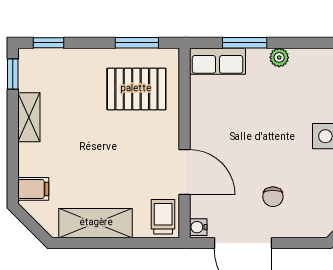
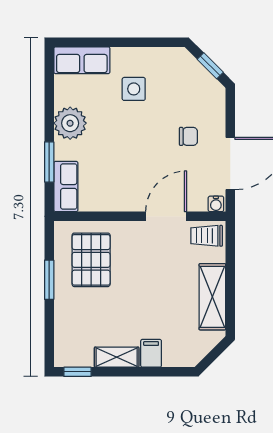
window: (48, 43) -> (49, 339), removed
window: (137, 43) -> (49, 280), moved
plant: (279, 57) -> (70, 123), width x1.88, depth x1.88
filing cabinet: (33, 189) -> (151, 353), moved

